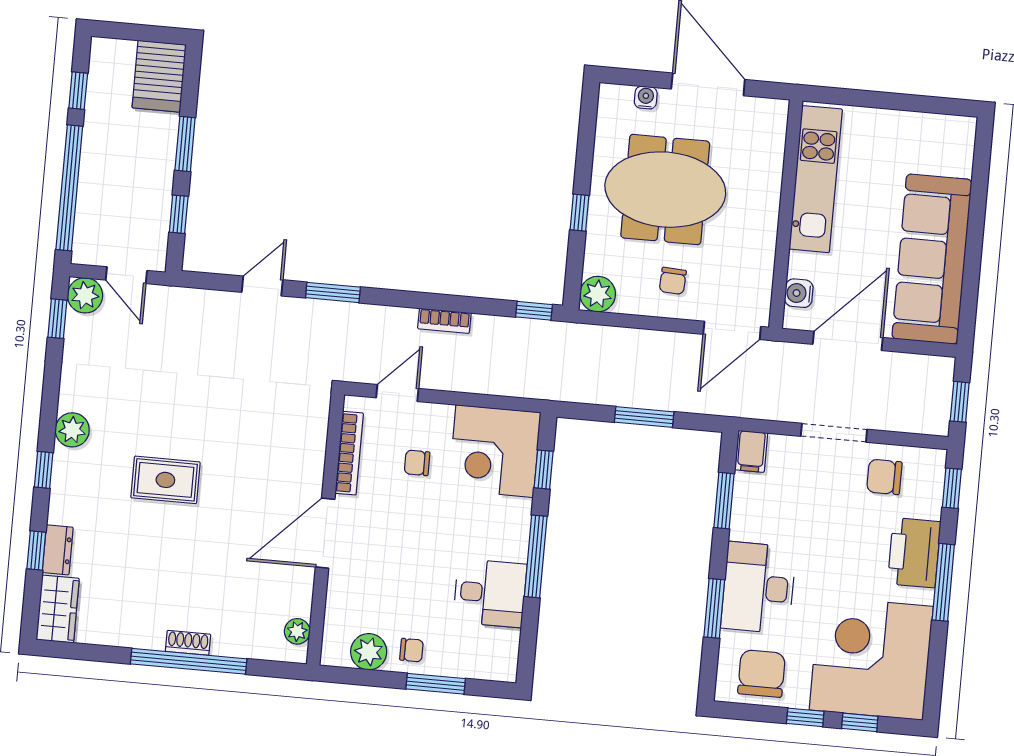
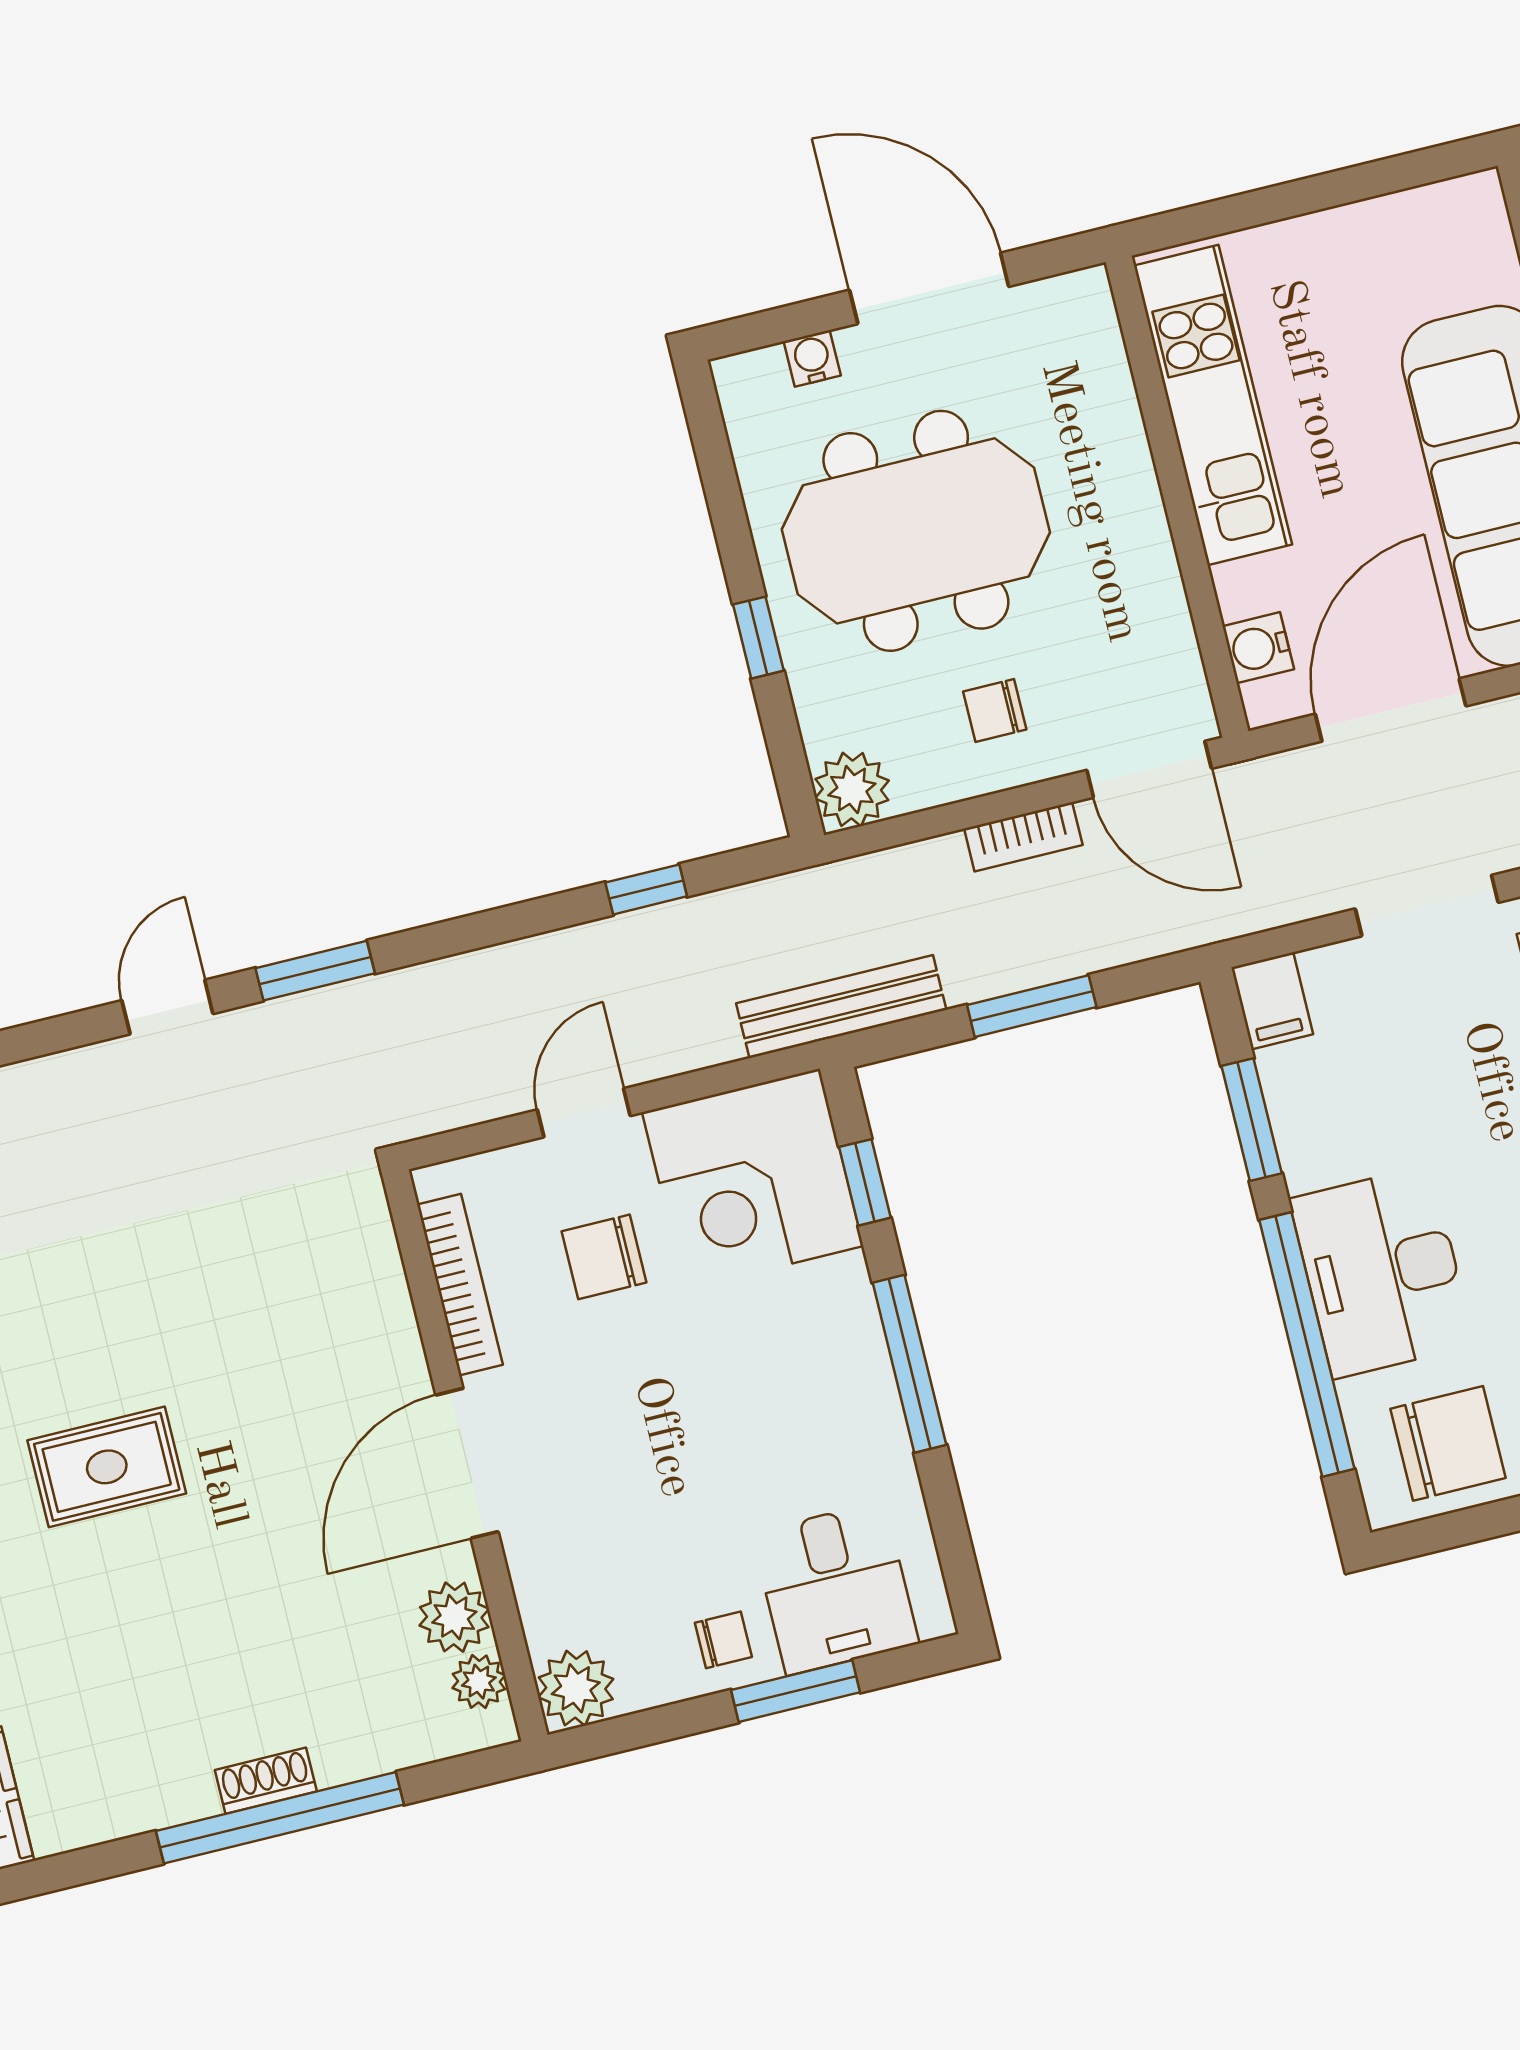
chair: (673, 281) -> (995, 710), turned 87
window: (534, 311) -> (646, 889), moved
bookcase: (444, 321) -> (1023, 837), moved
door: (732, 330) -> (1149, 769), hinge flipped
bench: (560, 388) -> (841, 1007), added
door: (397, 393) -> (584, 1113), moved
chair: (417, 463) -> (604, 1257), width x1.37, depth x1.37
desk: (490, 593) -> (835, 1588), moved, turned 90
plant: (296, 599) -> (454, 1617), added
window: (714, 608) -> (1307, 1344), width x2.11
plant: (369, 652) -> (576, 1688), moved
chair: (762, 674) -> (1448, 1443), turned 90

